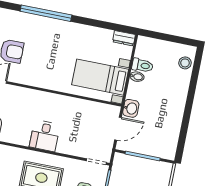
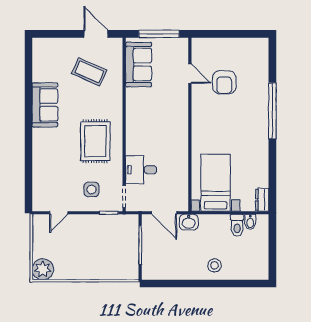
stool: (185, 63) -> (214, 265), moved
bidet: (137, 77) -> (250, 222), moved
desk: (45, 136) -> (141, 170), moved

